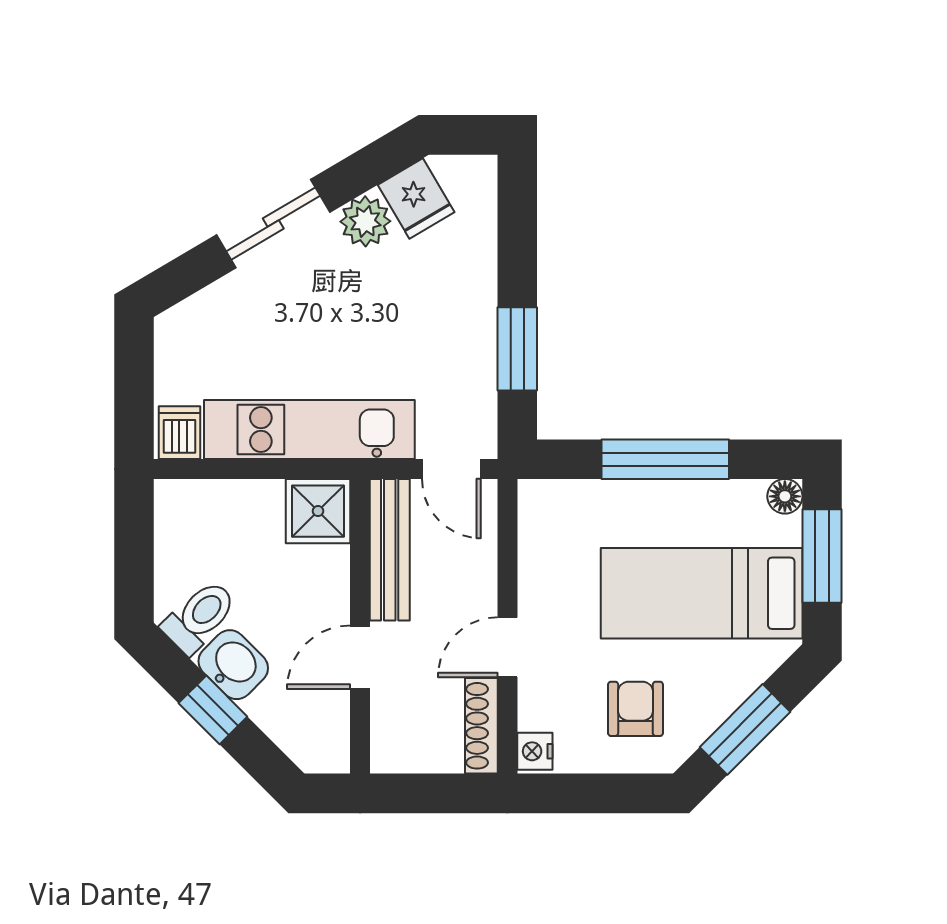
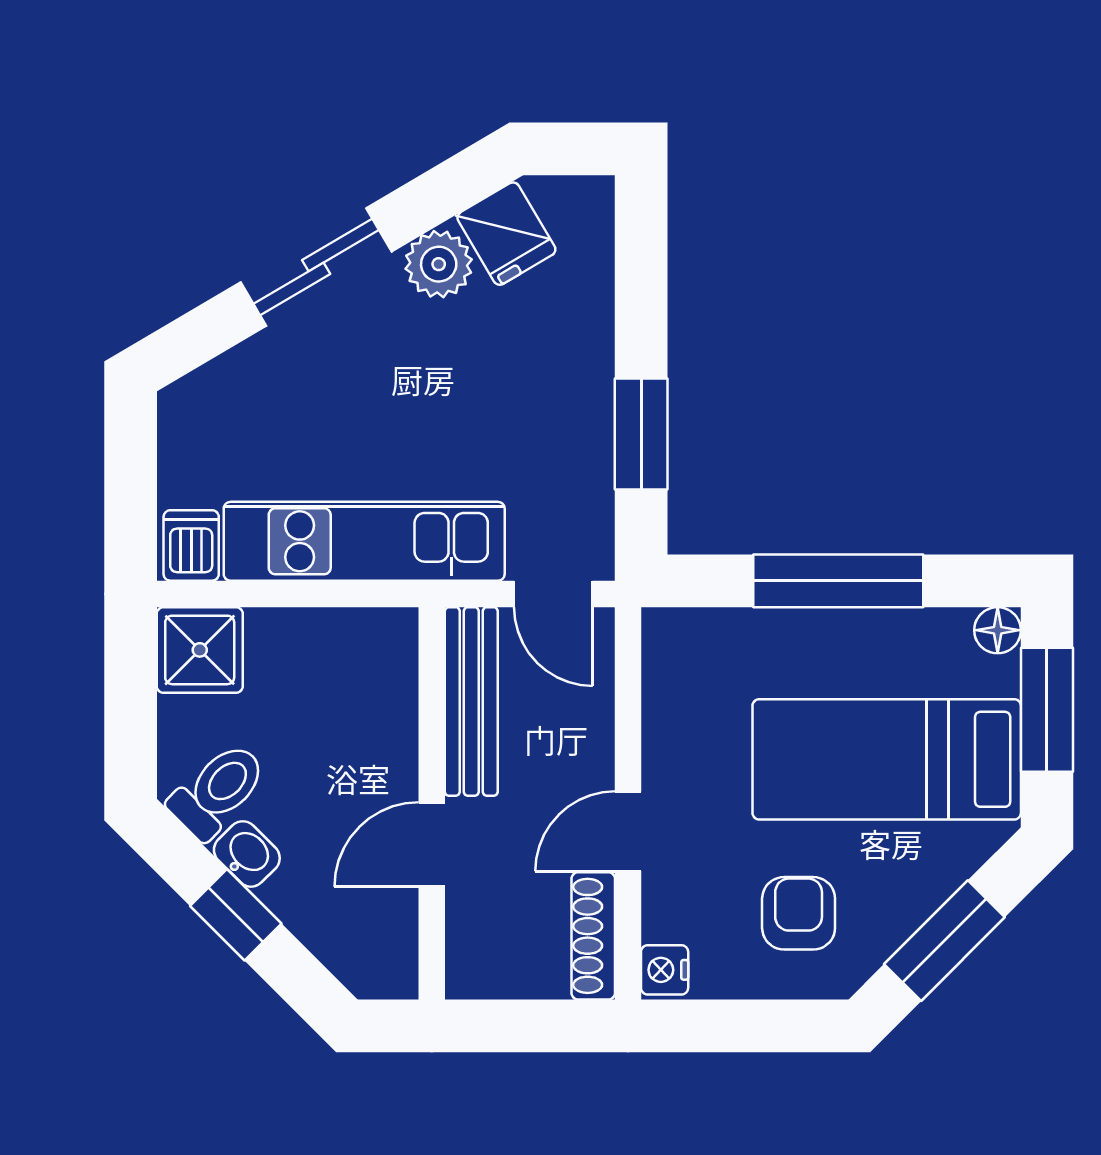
shower: (318, 511) -> (200, 650), moved
washbasin: (233, 665) -> (247, 854), width x0.72, depth x0.69

